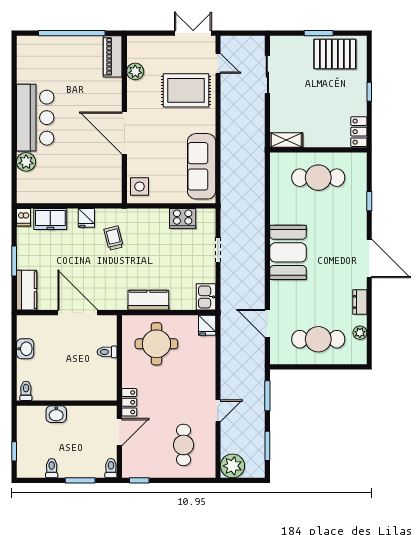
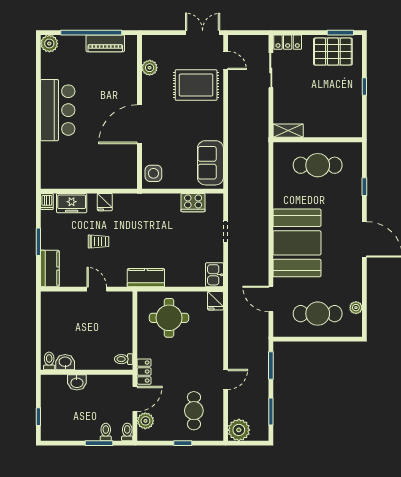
window: (319, 33) -> (340, 33), moved
piano: (113, 56) -> (105, 43), moved, turned -90
locker: (359, 132) -> (288, 42), moved, turned -90
door: (124, 133) -> (139, 124), hinge flipped
plant: (26, 162) -> (49, 44), moved
sofa: (202, 166) -> (210, 163), width x0.73
trolley: (114, 238) -> (99, 241), moved, turned 104
booth: (288, 252) -> (297, 243), width x1.36, depth x1.42
kitchen counter: (148, 300) -> (146, 278), moved
dresser: (360, 302) -> (356, 279), removed
door: (78, 313) -> (97, 289), width x0.53
washbasin: (25, 349) -> (65, 362), moved, turned -90
toilet: (107, 352) -> (124, 359), moved
plant: (131, 456) -> (145, 421), added
toilet: (52, 468) -> (106, 432), moved
window: (139, 480) -> (183, 443), moved

